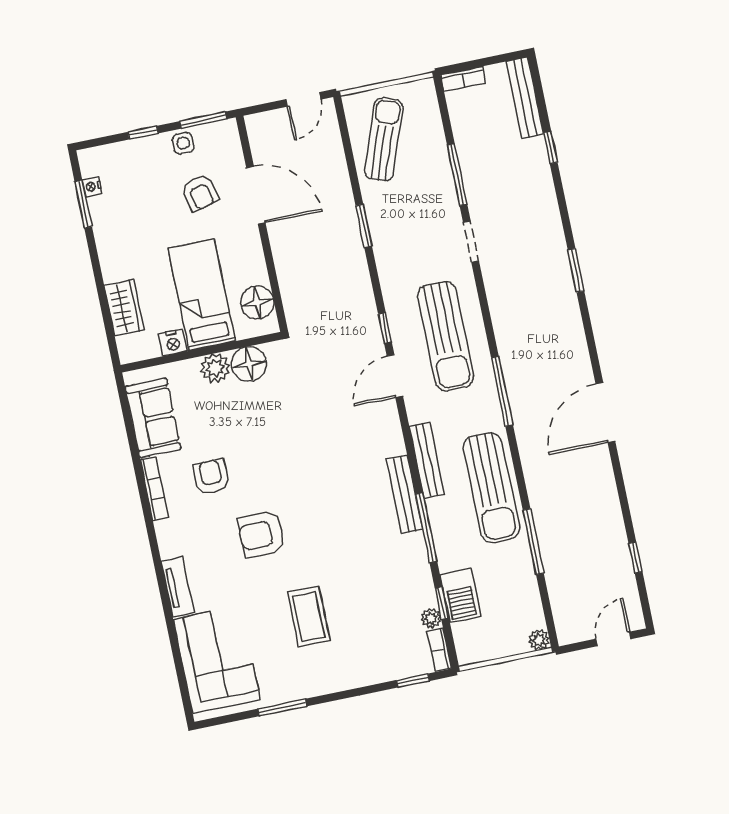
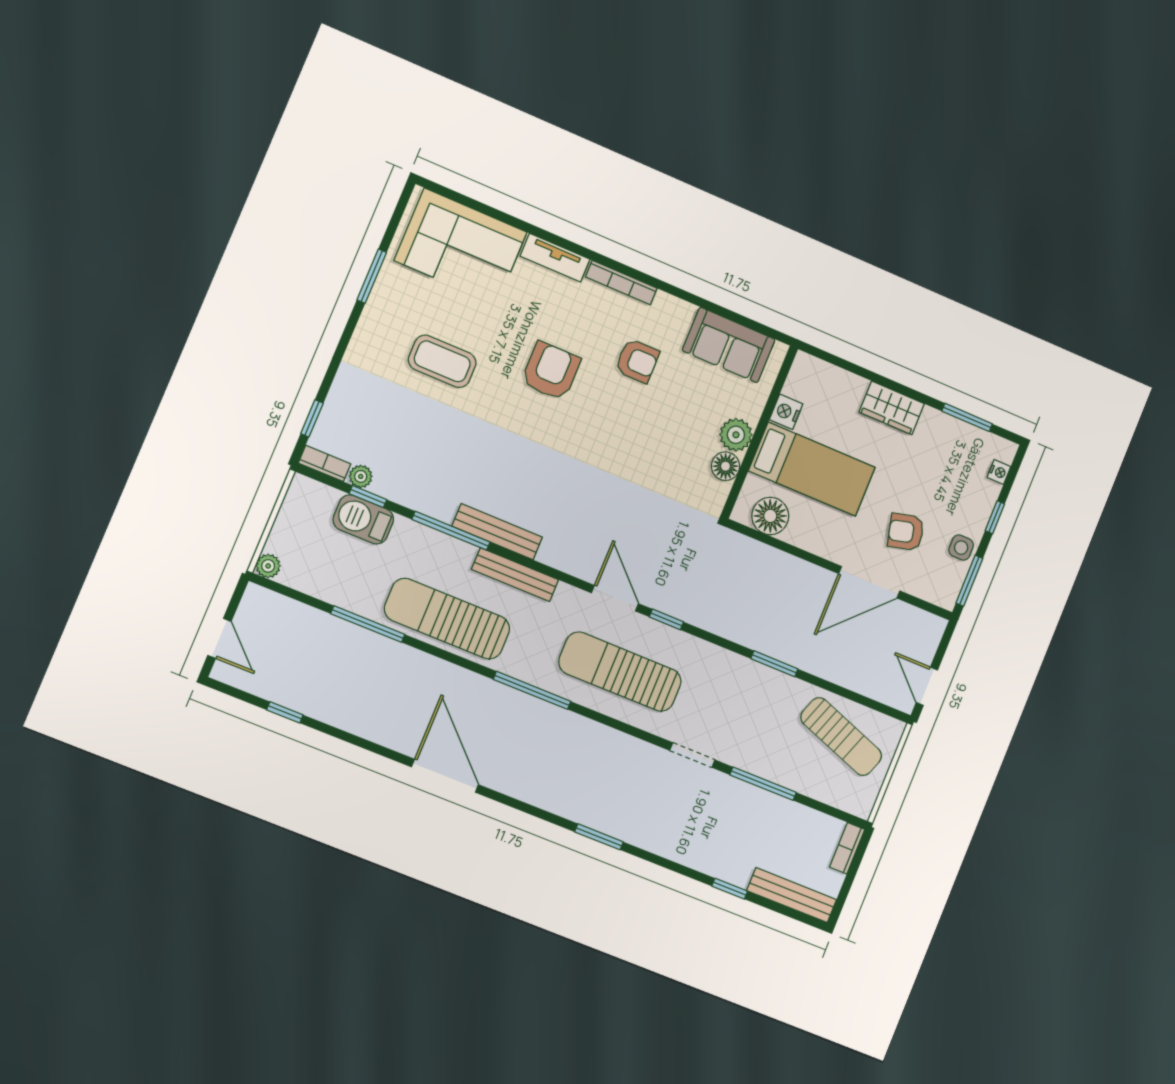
nightstand: (92, 186) -> (999, 472), moved, turned 90
wardrobe: (124, 308) -> (892, 408), moved
floor lamp: (249, 364) -> (726, 466), width x0.73, depth x0.73
bookcase: (154, 489) -> (621, 282), moved

